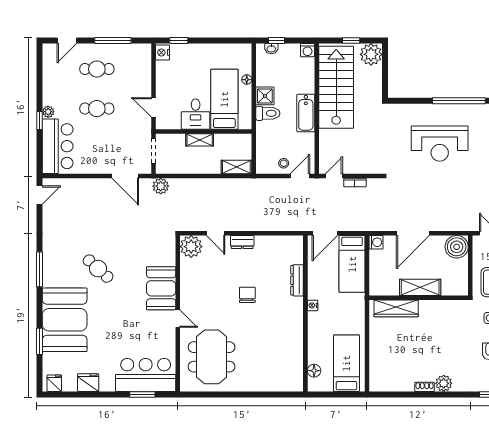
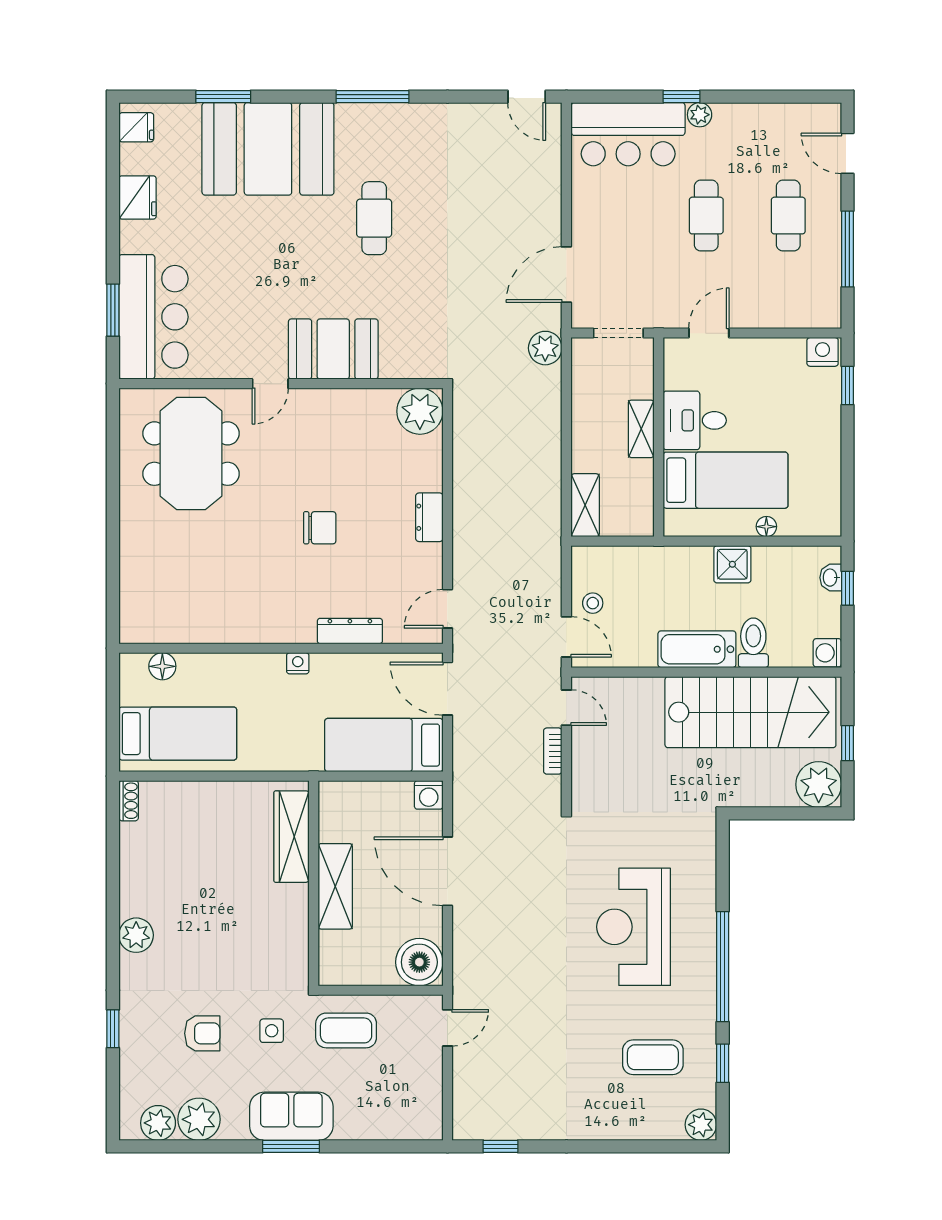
toilet: (268, 113) -> (753, 643), moved, turned 180
door: (216, 233) -> (447, 609), moved
cafe table: (98, 269) -> (374, 218), turned -42
meeting table: (212, 357) -> (191, 454), turned 90
shoe rack: (425, 387) -> (129, 801), moved

